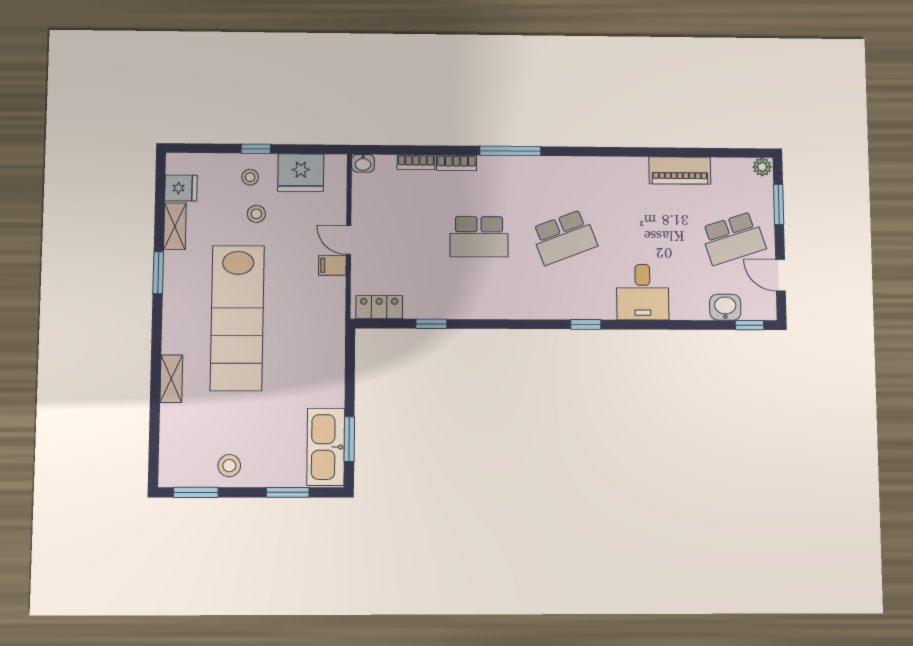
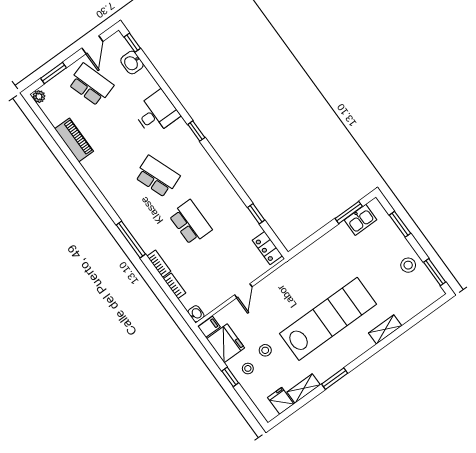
filing cabinet: (332, 265) -> (209, 327), moved, turned -90
kitchen sink: (326, 447) -> (361, 220), width x0.53, depth x0.81

